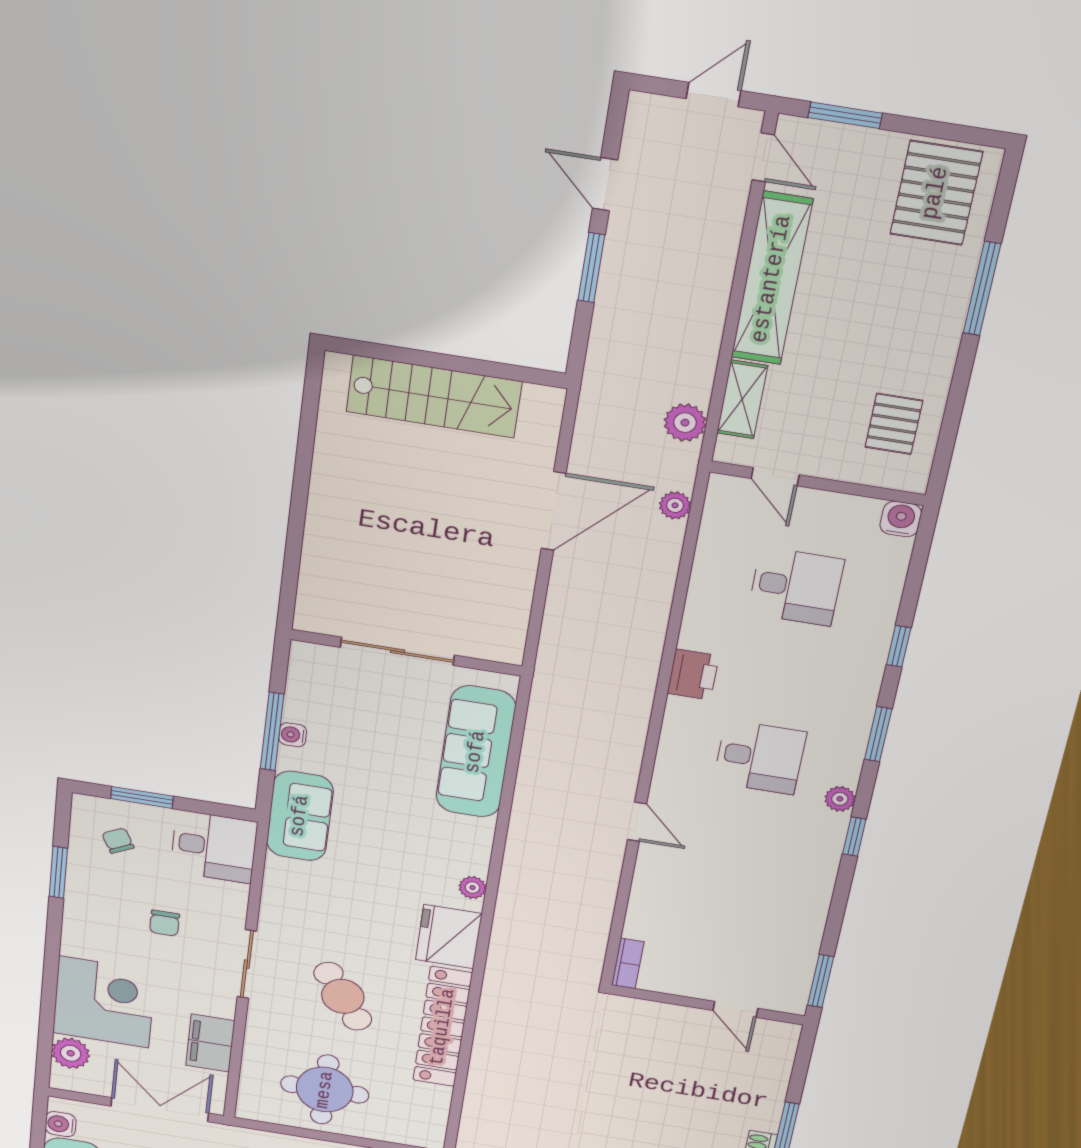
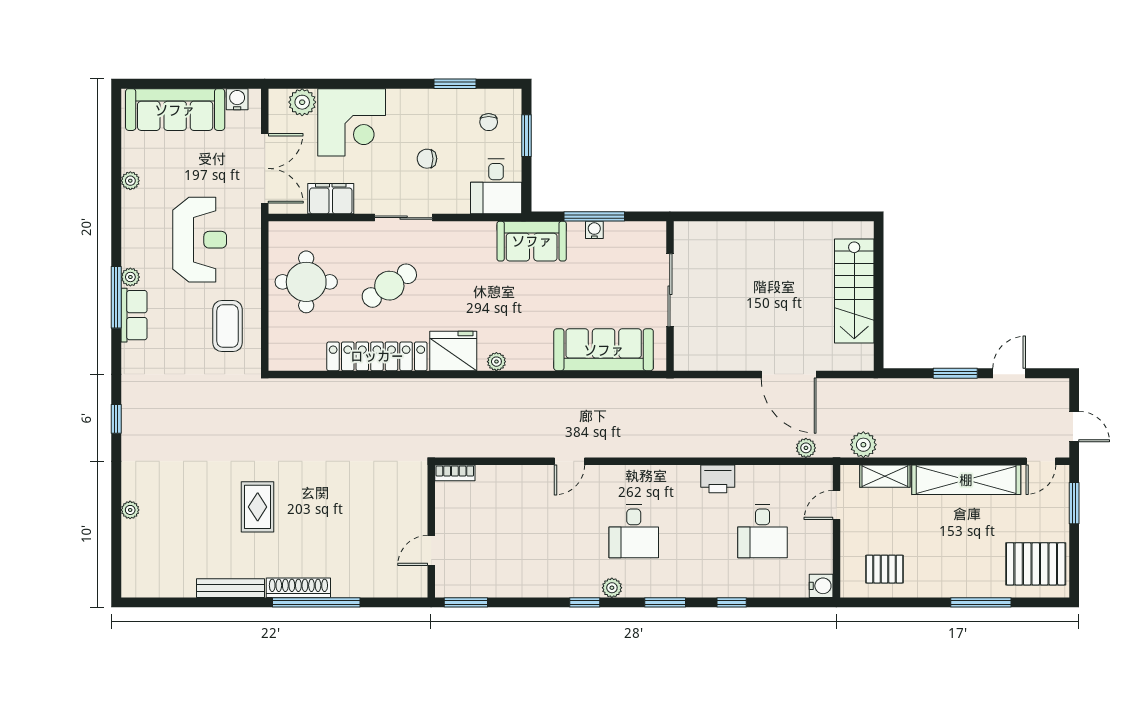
printer: (693, 675) -> (718, 479), moved
chair: (118, 841) -> (489, 122), turned 117

